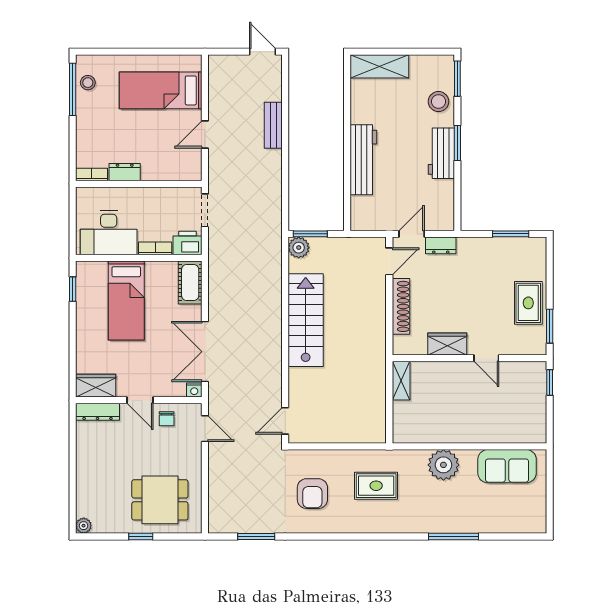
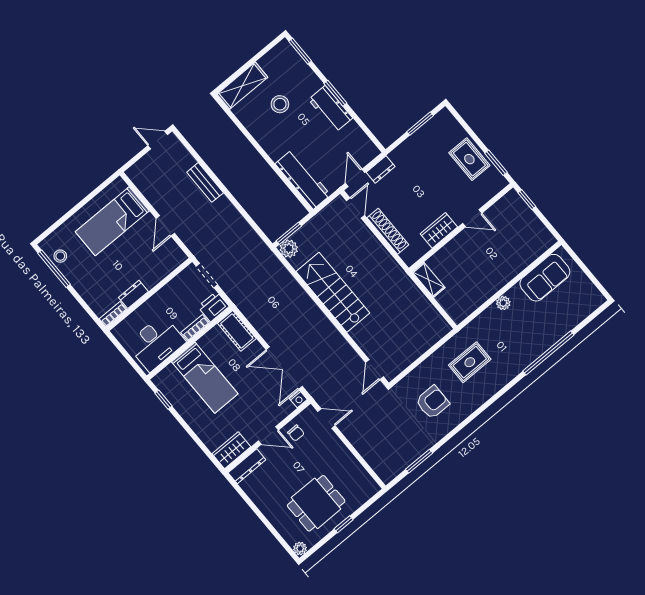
stool: (439, 102) -> (280, 104), moved
workbench: (363, 160) -> (303, 179), moved
plant: (443, 465) -> (503, 303), width x0.53, depth x0.53
armchair: (312, 494) -> (432, 402), turned -90
dining table: (160, 500) -> (316, 503), moved
window: (453, 537) -> (548, 353), width x1.46

